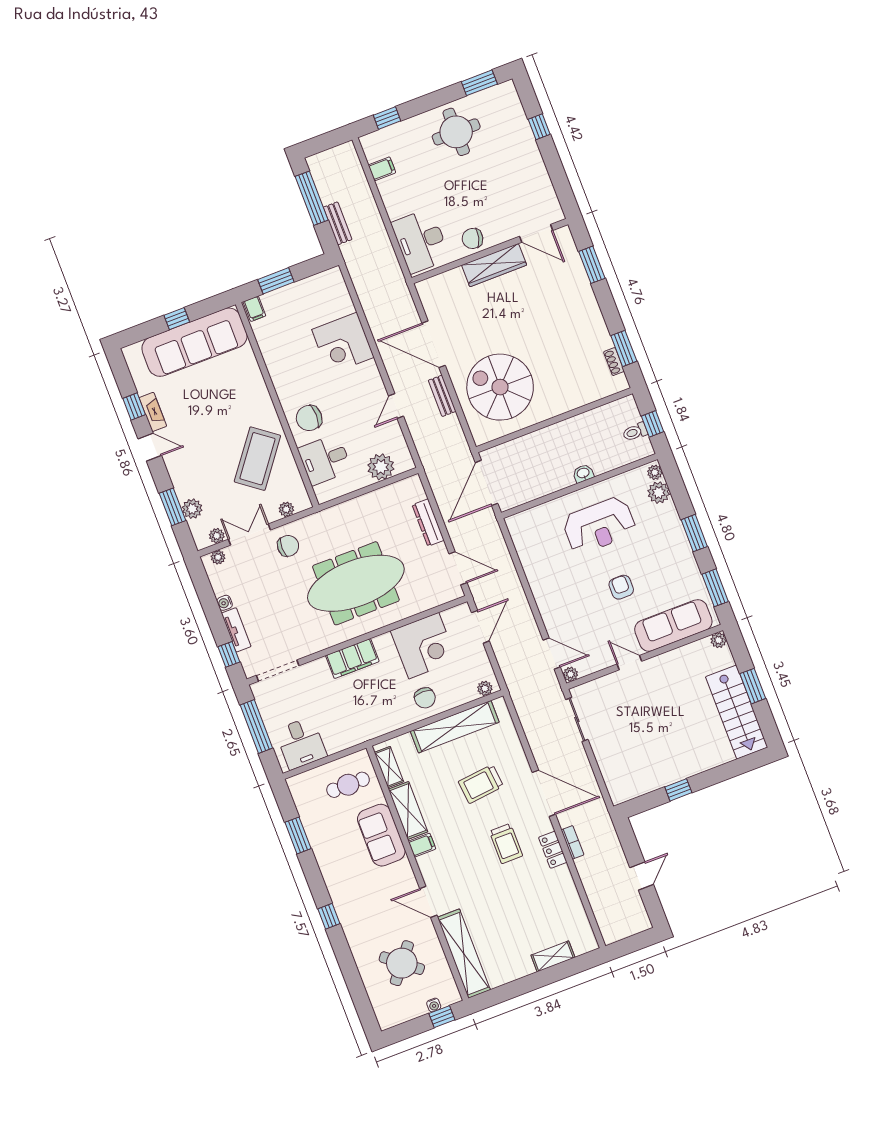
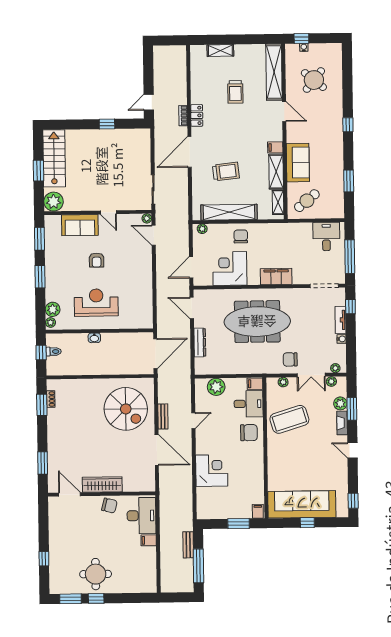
window: (387, 118) -> (96, 598), moved
filing cabinet: (382, 169) -> (149, 540), moved
window: (134, 406) -> (353, 501), moved
fireplace: (153, 412) -> (342, 423), moved
coffee table: (257, 459) -> (289, 419), turned 36
filing cabinet: (326, 492) -> (255, 384), added
sofa: (673, 625) -> (80, 225), width x0.73
plant: (719, 640) -> (54, 202), width x1.88, depth x1.88
cafe table: (348, 785) -> (307, 201), turned -39
door: (544, 793) -> (190, 152), hinge flipped
trolley: (506, 844) -> (235, 92), moved, turned 180
door: (642, 876) -> (149, 102), moved

